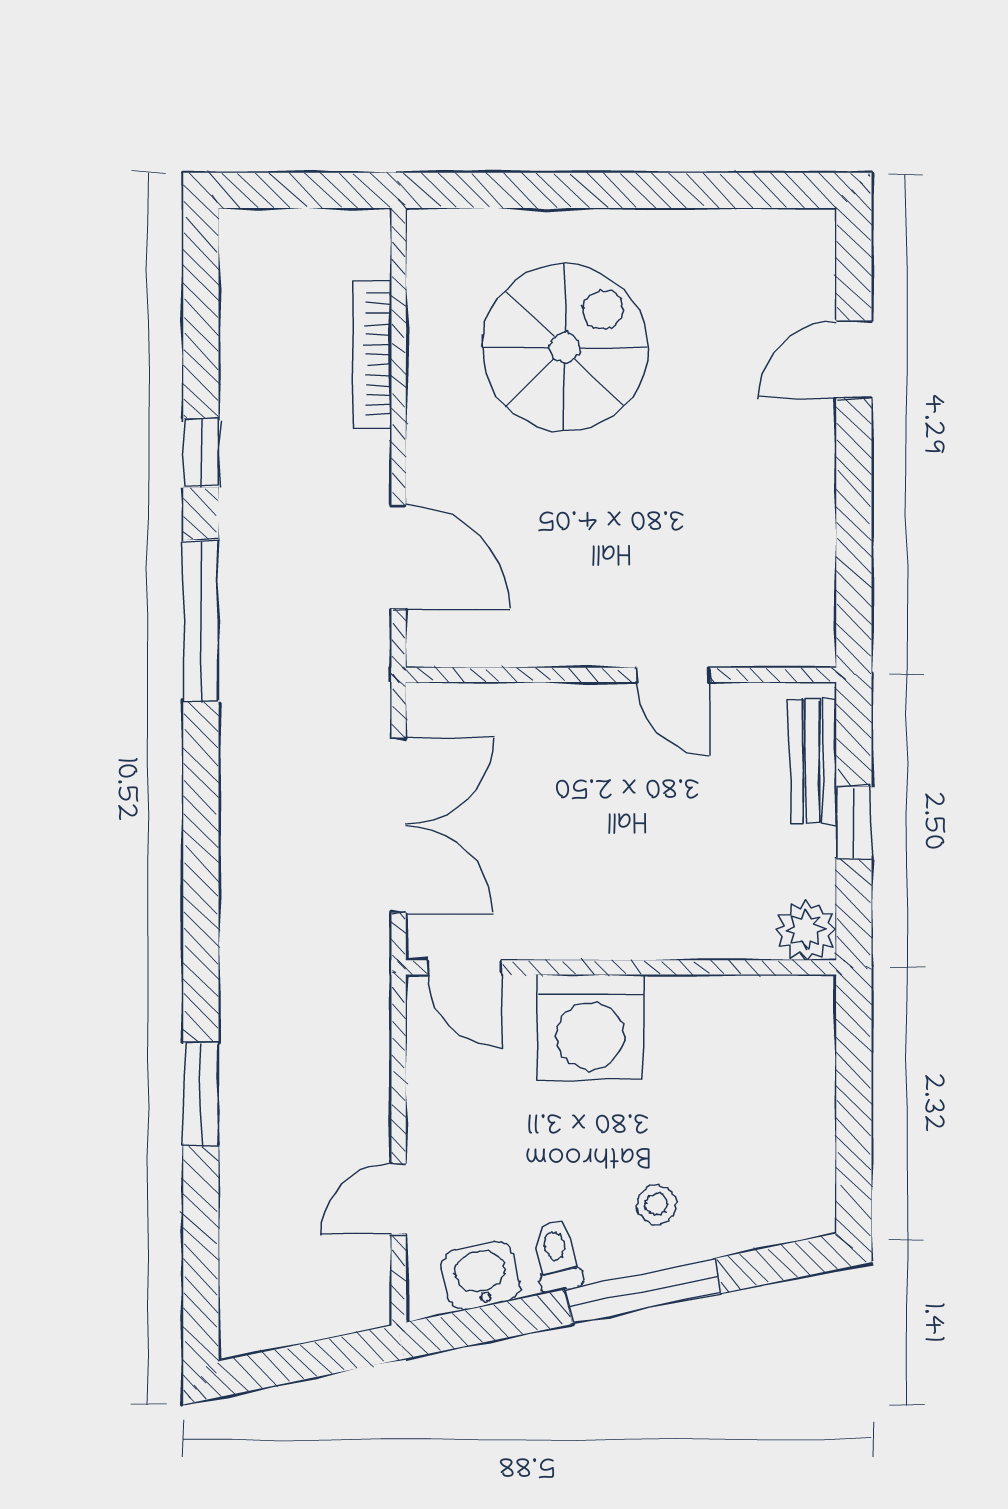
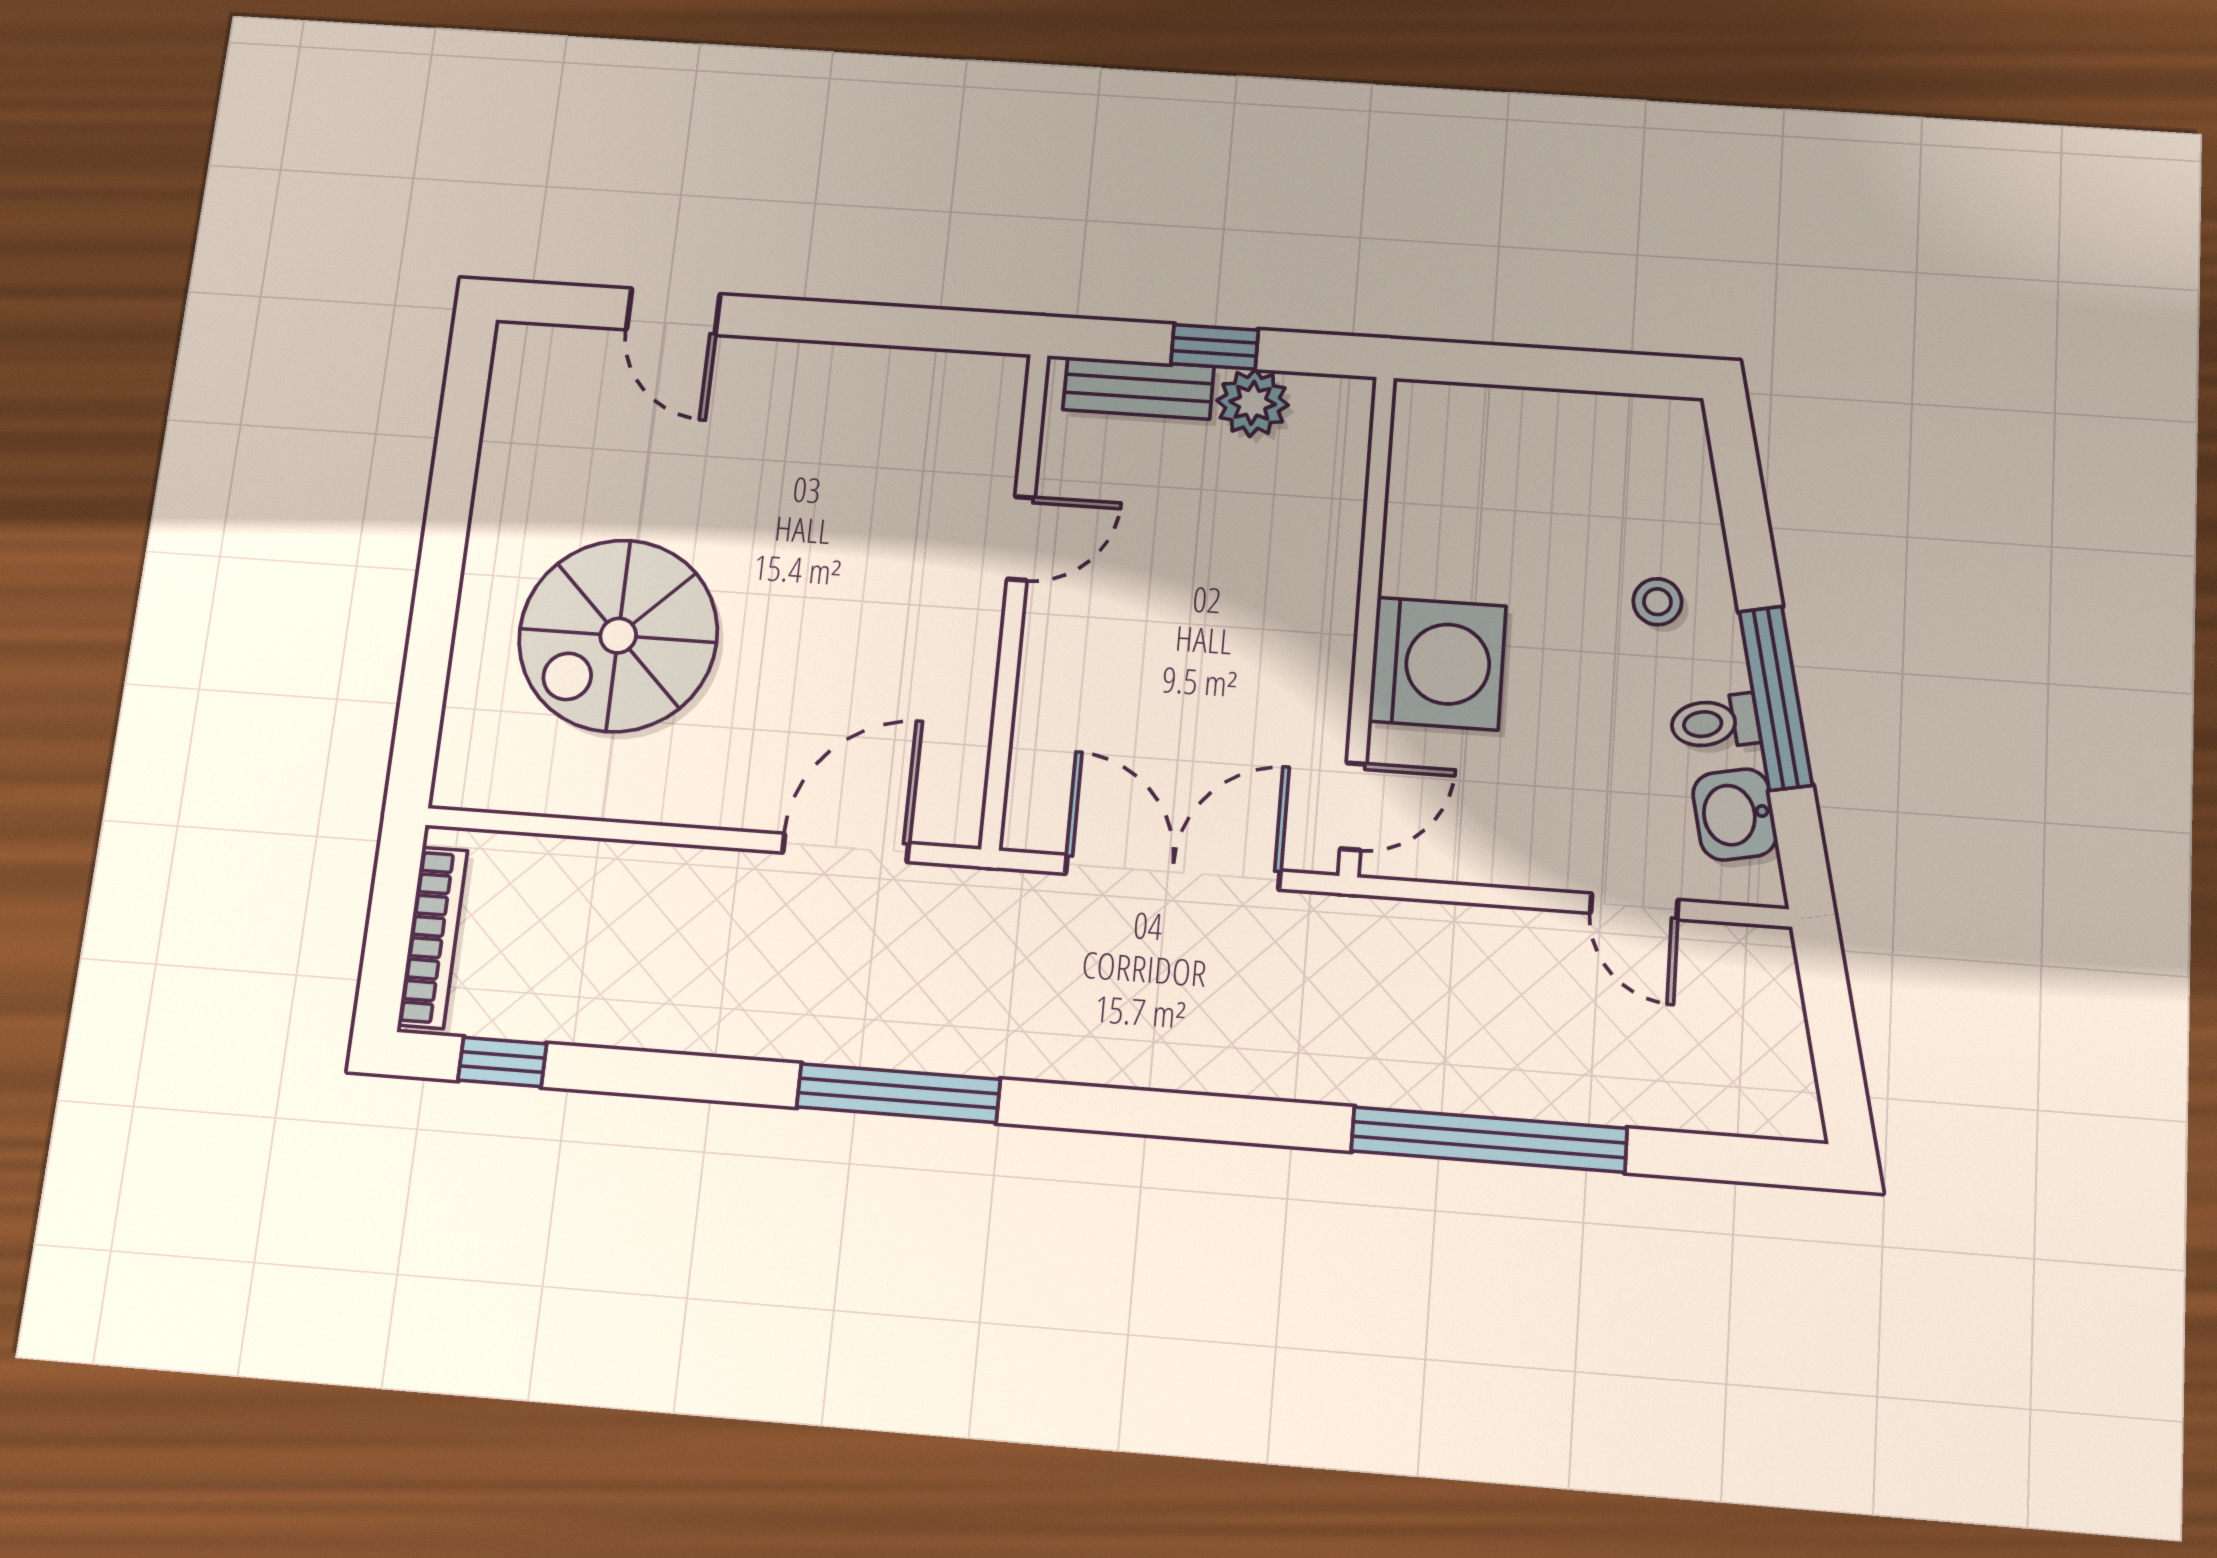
spiral stairs: (565, 348) -> (618, 636), turned -90
bookcase: (373, 355) -> (433, 937), moved, turned -90
window: (201, 453) -> (502, 1062), moved
plant: (806, 930) -> (1253, 403), moved
window: (201, 1094) -> (1489, 1140), width x2.11
window: (644, 1291) -> (1776, 698), moved

